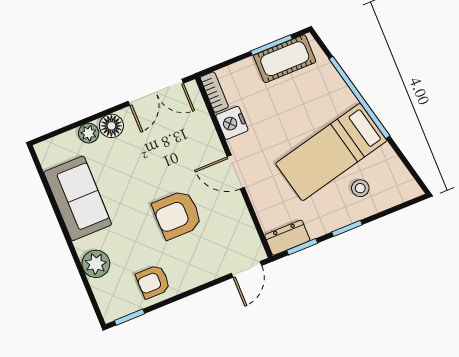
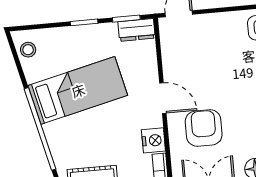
stool: (360, 188) -> (28, 50), moved
armchair: (177, 215) -> (204, 128), moved, turned -90

